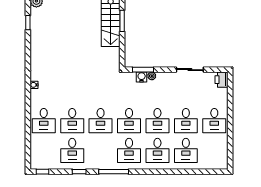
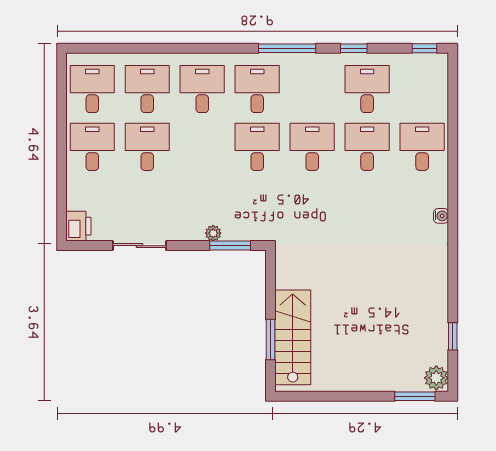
water cooler: (142, 77) -> (233, 231), removed
desk: (157, 121) -> (92, 89), moved

